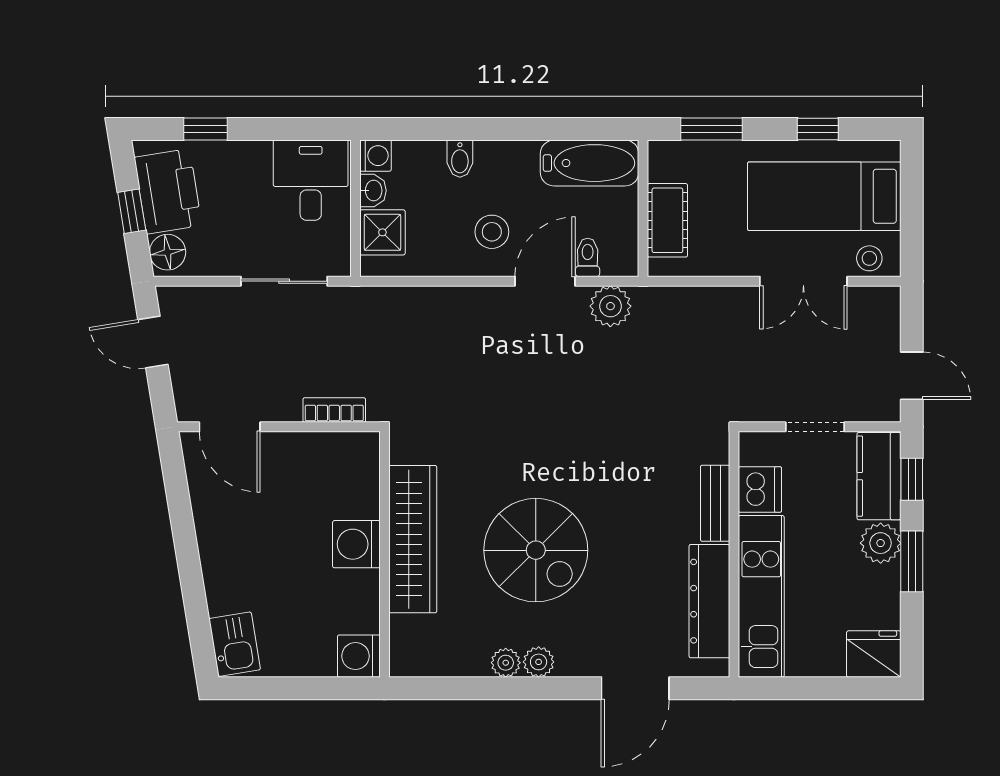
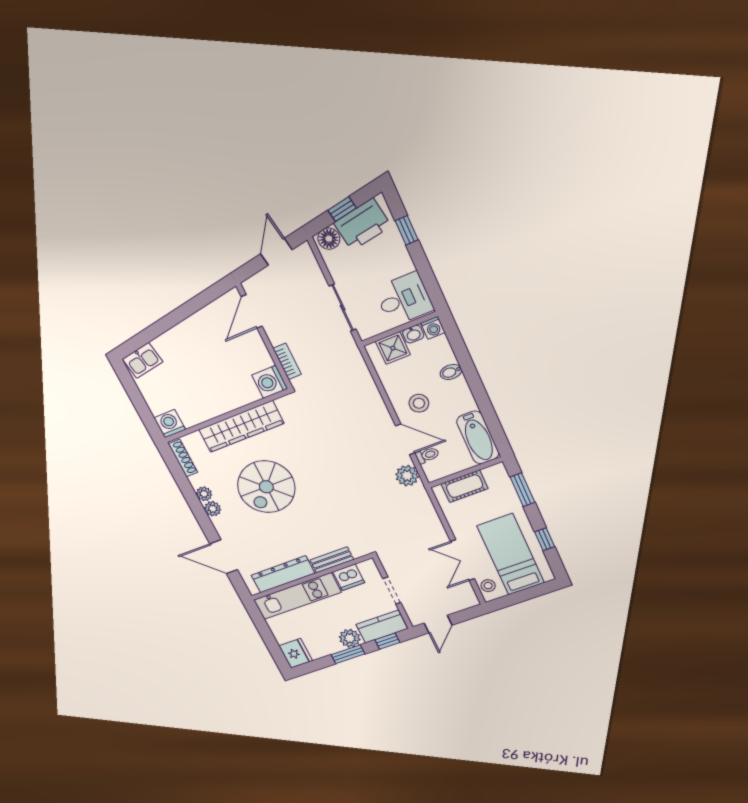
washing machine: (356, 544) -> (270, 382), moved, turned -90
shoe rack: (428, 665) -> (183, 458), added

